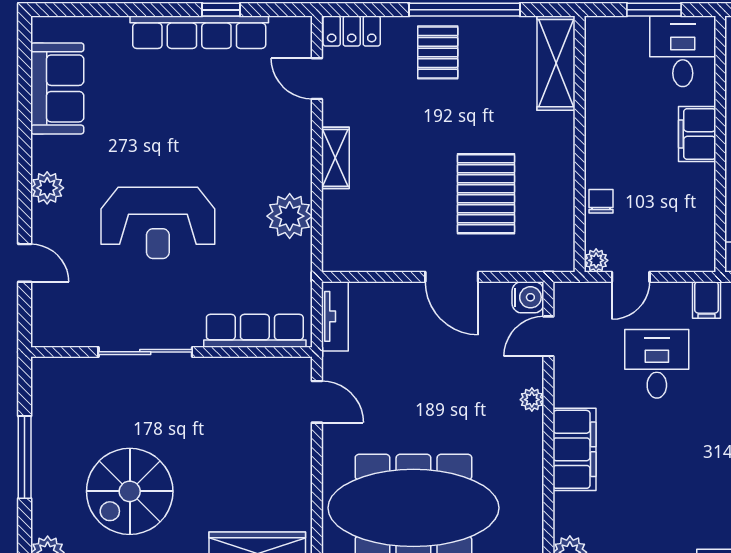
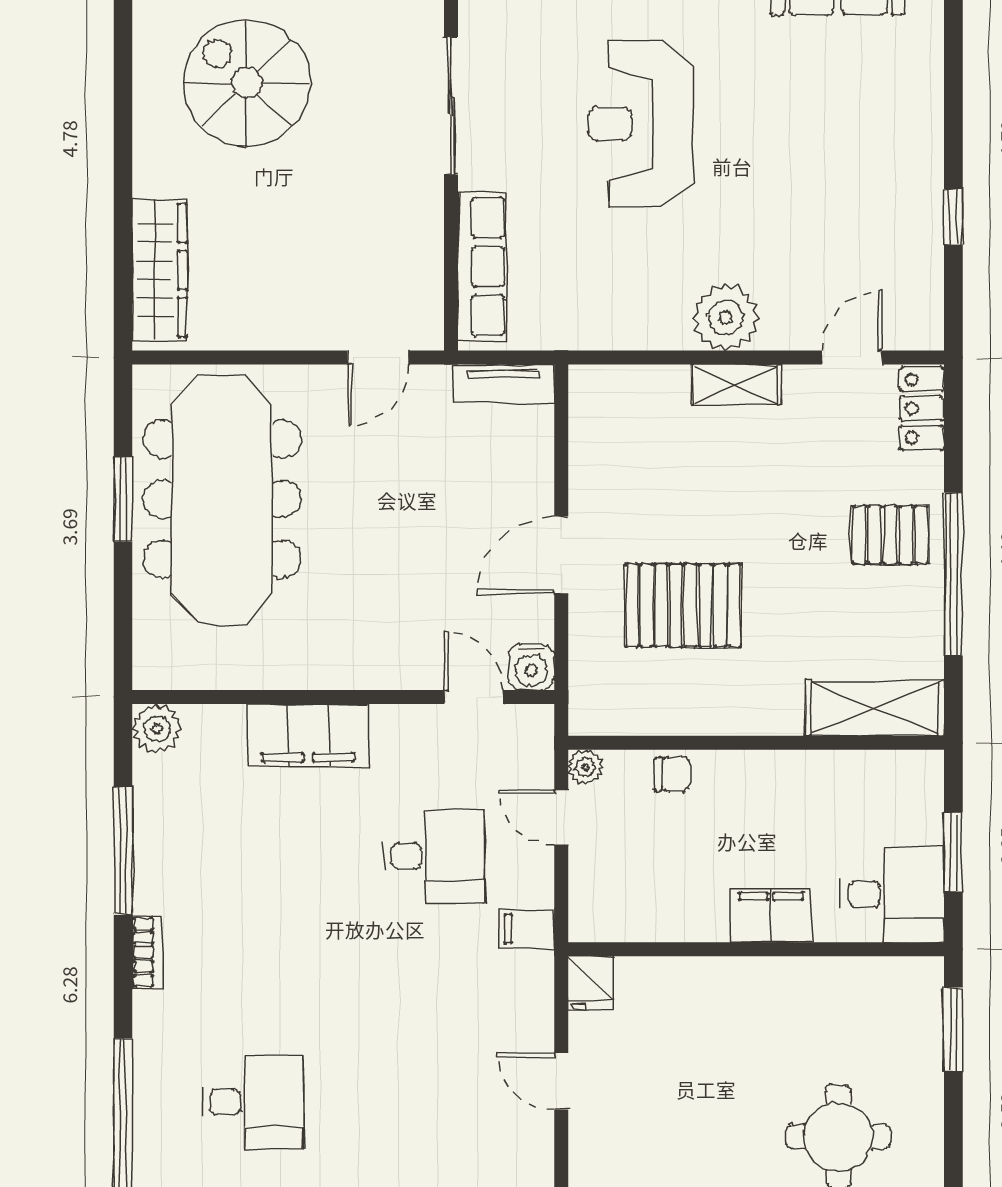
row of seats: (199, 32) -> (920, 185), removed
plant: (290, 216) -> (726, 317), moved
plant: (532, 400) -> (381, 673), removed

